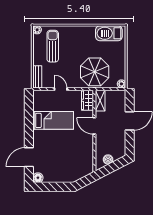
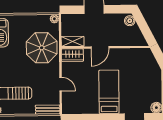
door: (61, 89) -> (61, 84), swing flipped
bed: (53, 120) -> (109, 92), moved
boiler: (108, 159) -> (130, 21), moved

